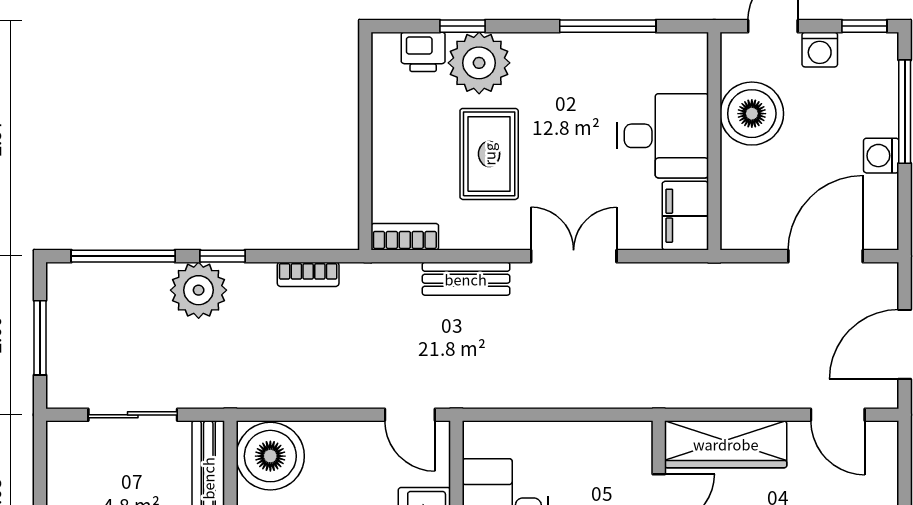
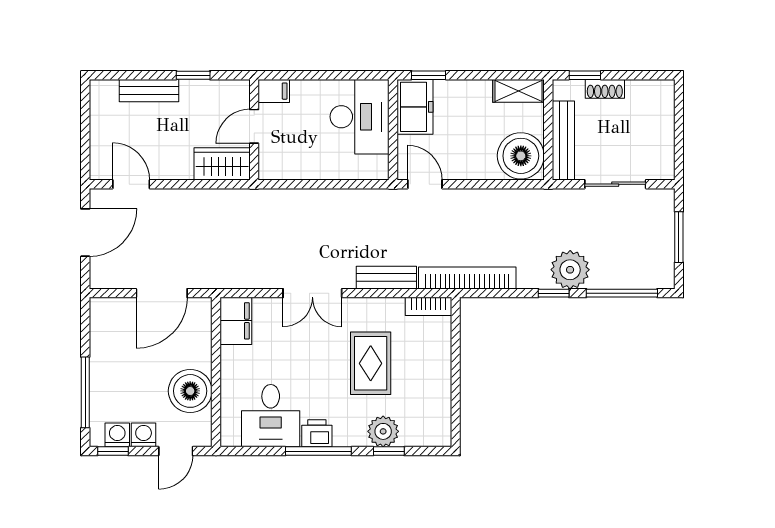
window: (608, 26) -> (318, 451), moved
printer: (423, 52) -> (317, 433), moved
plant: (479, 63) -> (383, 431), width x0.73, depth x0.73
desk: (663, 136) -> (271, 416), moved, turned -90
washing machine: (881, 156) -> (117, 435), moved, turned -90
door: (825, 256) -> (162, 293), moved
bookcase: (308, 274) -> (467, 278), width x2.31, depth x1.31
wardrobe: (726, 444) -> (222, 164), width x0.67

